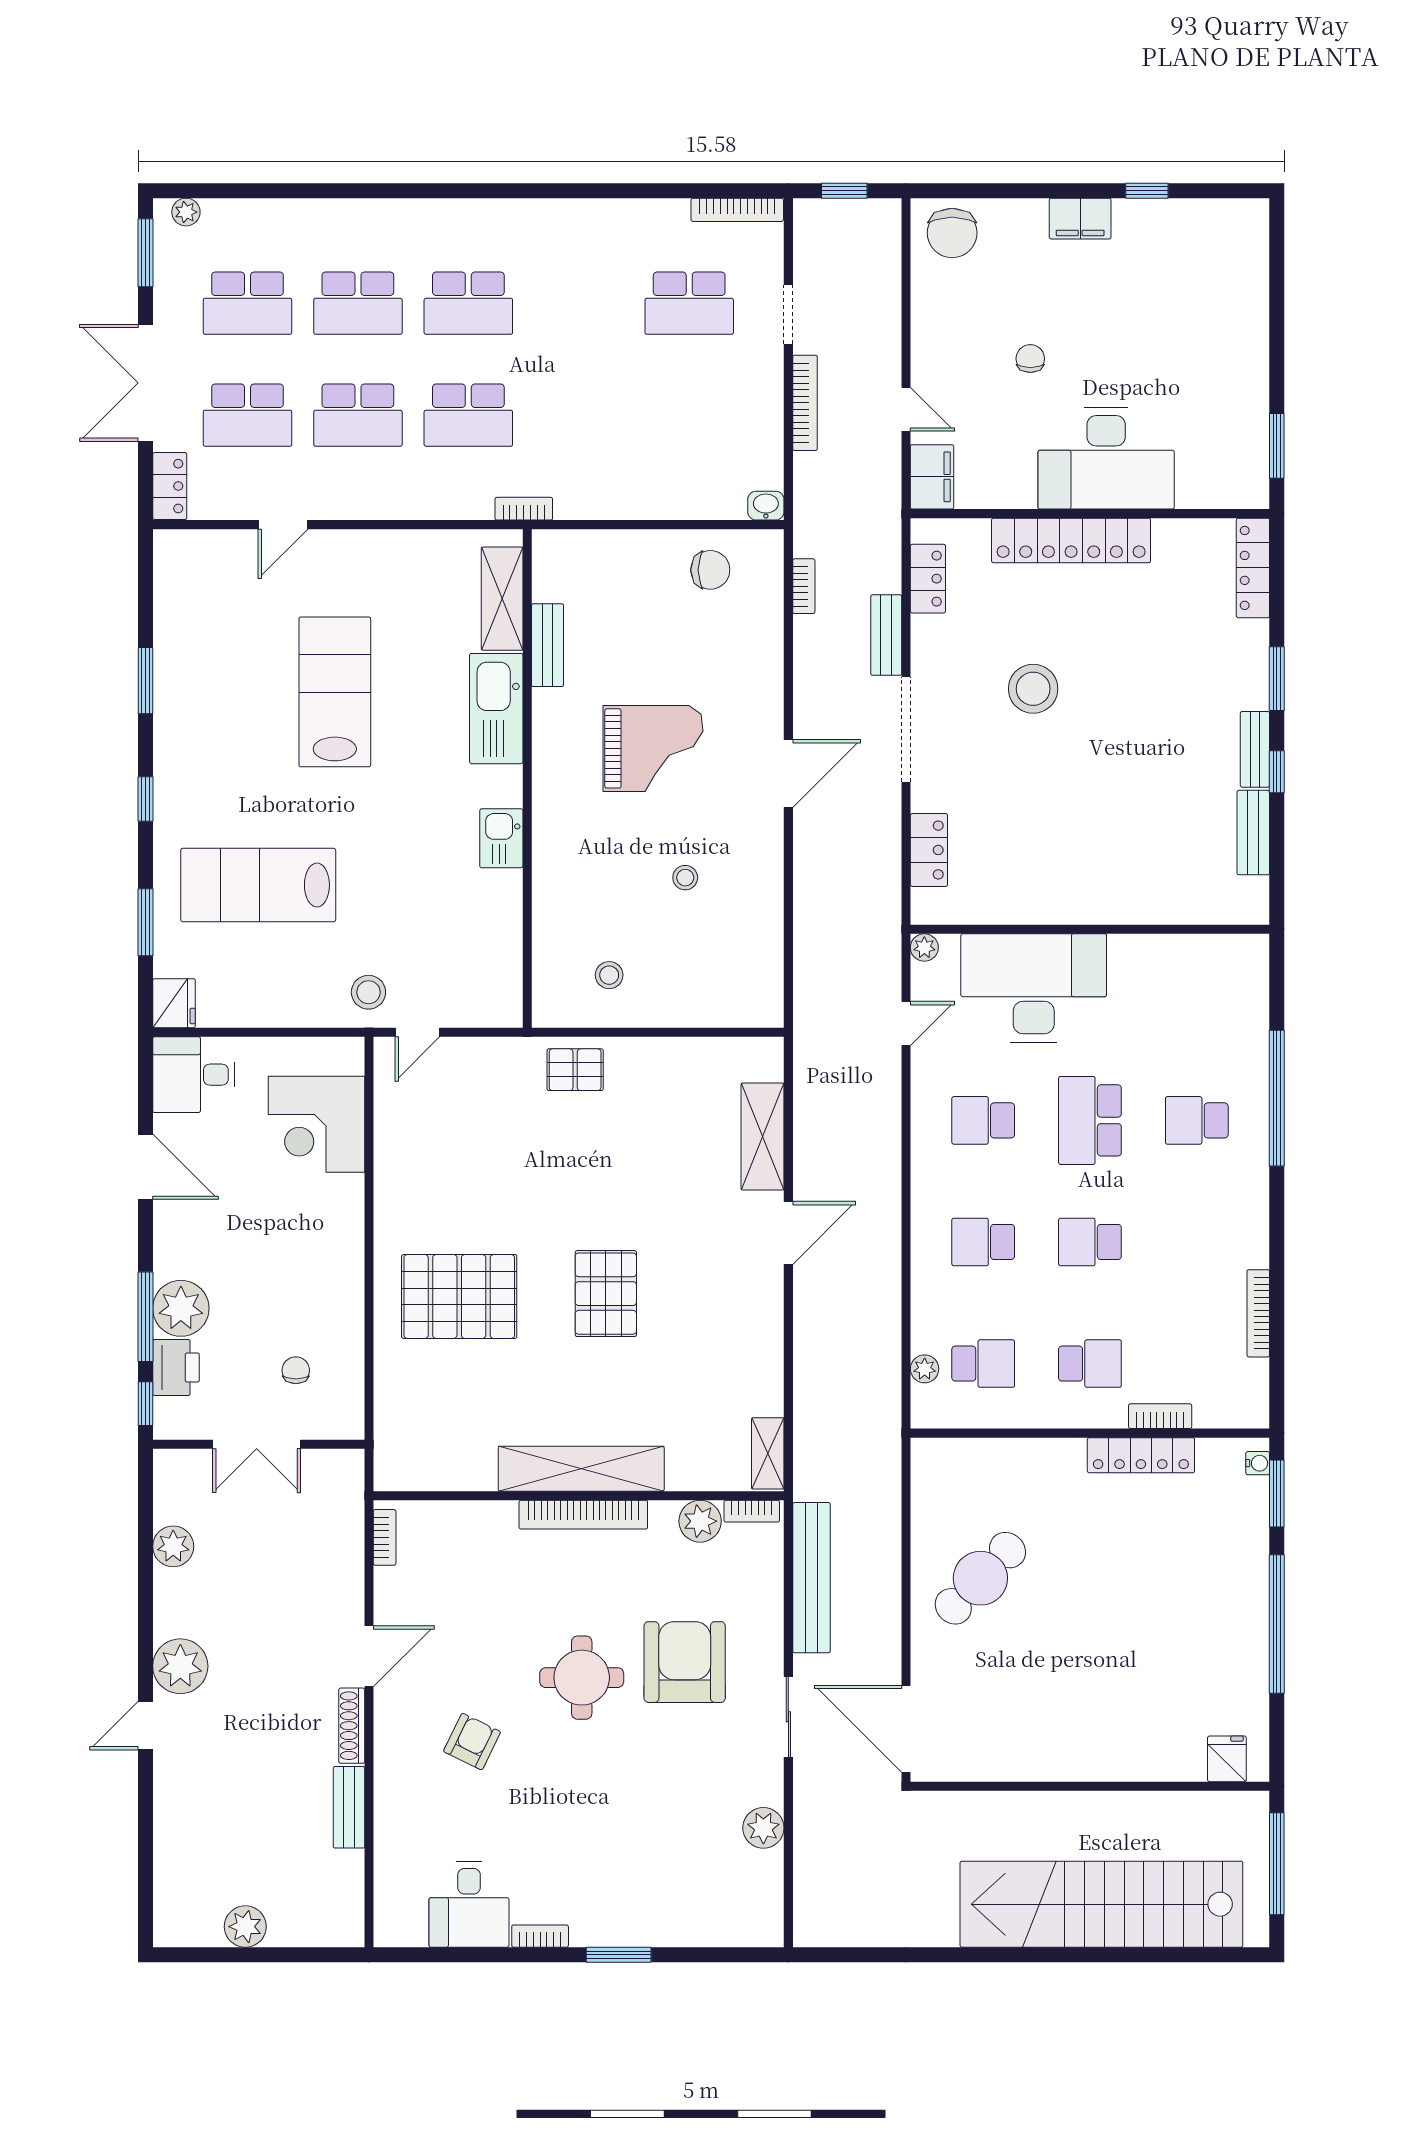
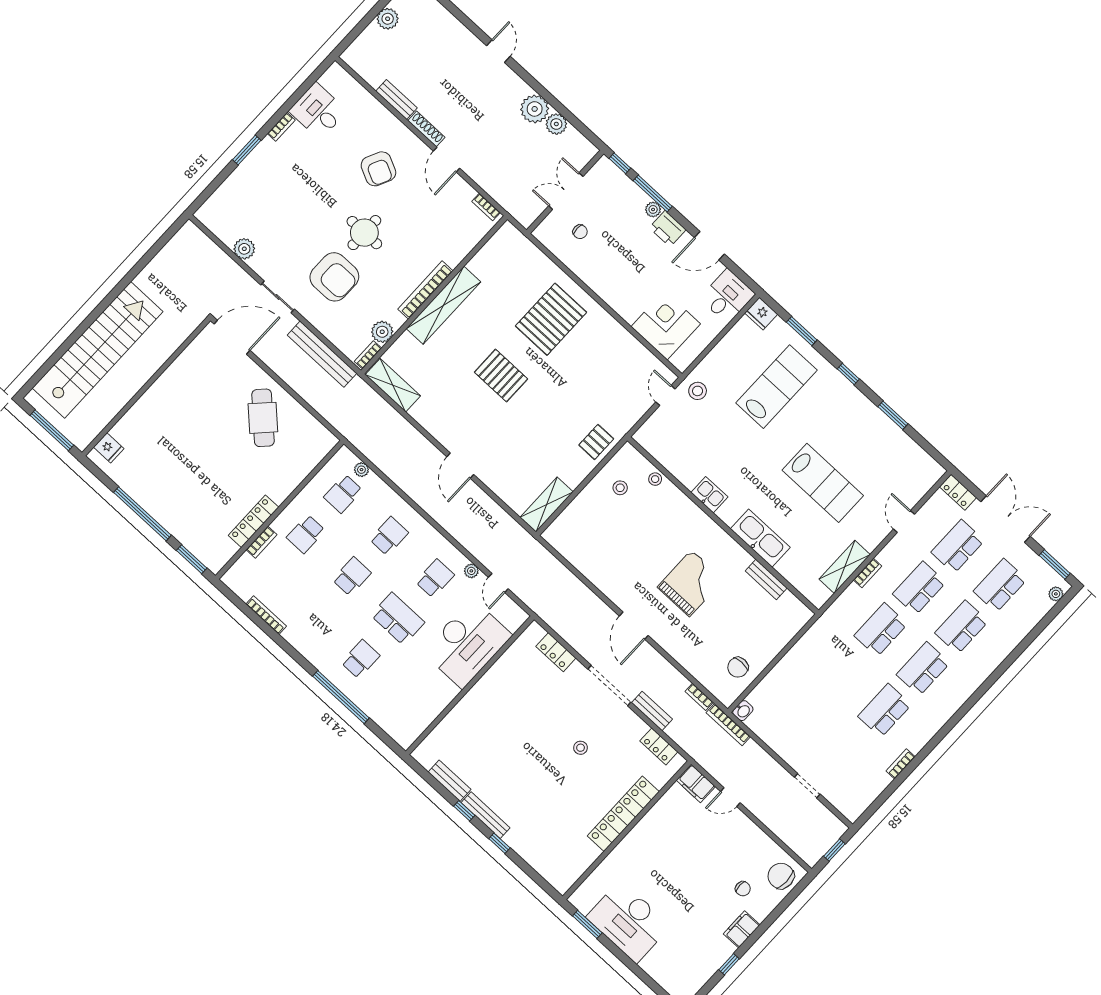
bookcase: (737, 210) -> (901, 764), moved, width x0.64
school desk: (689, 303) -> (885, 711), moved
chair: (1030, 359) -> (743, 889), moved
bookcase: (805, 403) -> (728, 725), moved
desk: (1106, 458) -> (628, 922), moved, turned -90
bookcase: (524, 509) -> (868, 573), moved
locker: (1253, 568) -> (550, 873), removed
shelving: (502, 599) -> (845, 567), moved, turned 90
window: (1277, 679) -> (499, 843), width x0.67
stool: (1033, 689) -> (581, 748), width x0.53, depth x0.53
grand piano: (653, 748) -> (690, 583), turned 180
bench: (1255, 749) -> (486, 815), width x1.36
stool: (685, 878) -> (655, 479), moved
plant: (924, 948) -> (471, 571), moved
shelving: (763, 1136) -> (547, 505), moved, turned 90
plant: (181, 1308) -> (653, 209), width x0.53, depth x0.53
printer: (176, 1367) -> (668, 229), moved
shelving: (768, 1453) -> (393, 385), width x1.50, depth x1.33
water cooler: (1258, 1463) -> (210, 563), removed
plant: (180, 1666) -> (535, 109), moved
armchair: (472, 1742) -> (378, 169), width x1.38, depth x1.38

